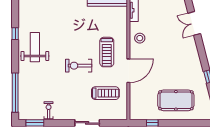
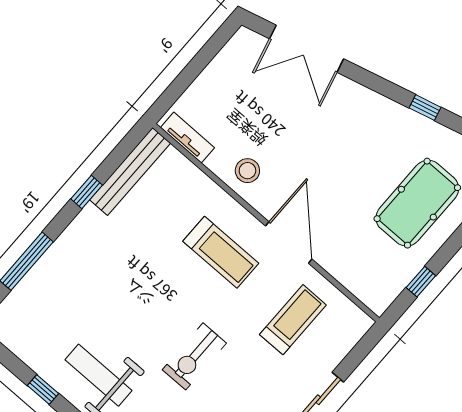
double door: (194, 23) -> (307, 49), width x1.37
exercise bike: (79, 66) -> (194, 356), moved

